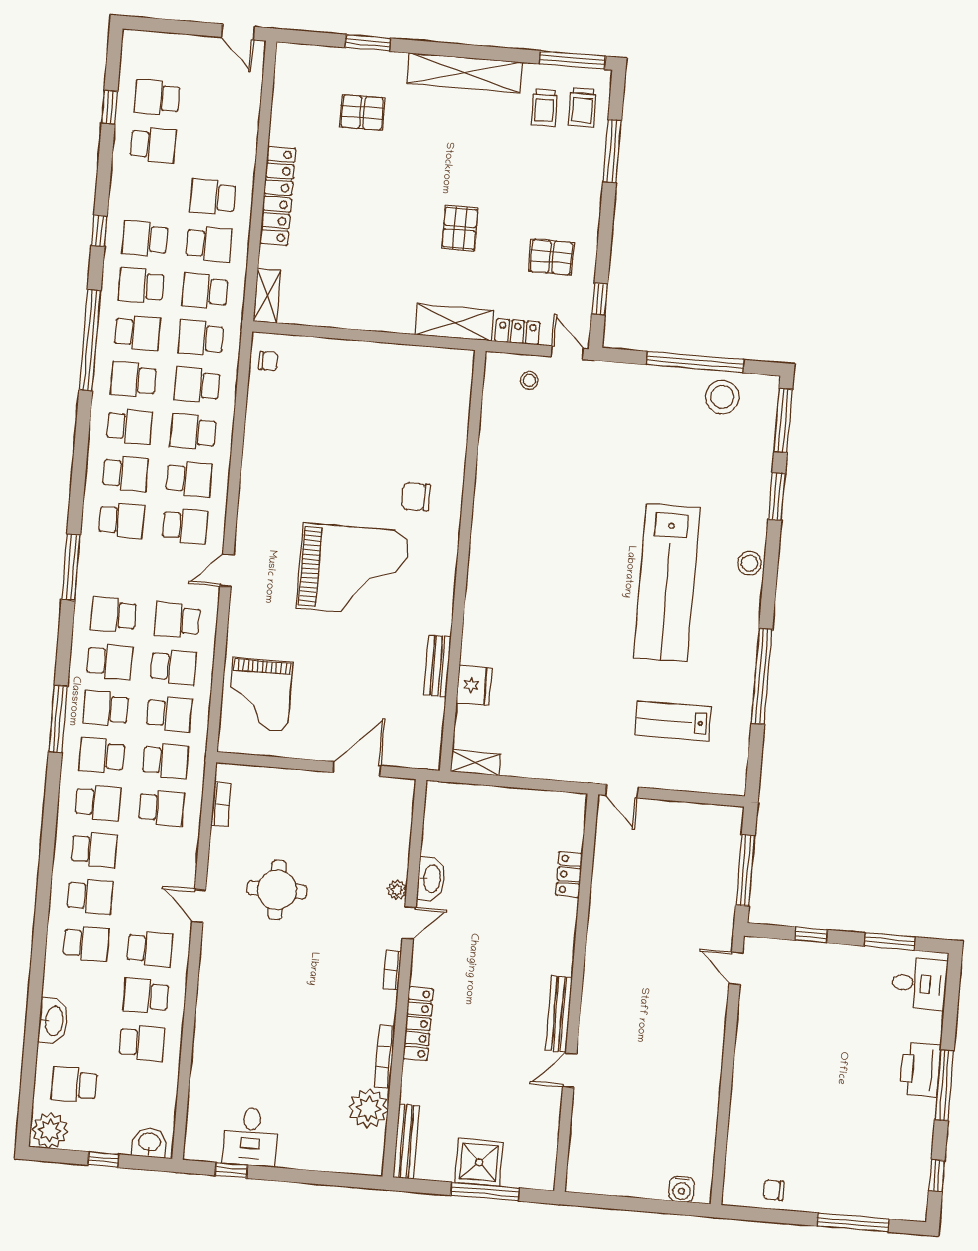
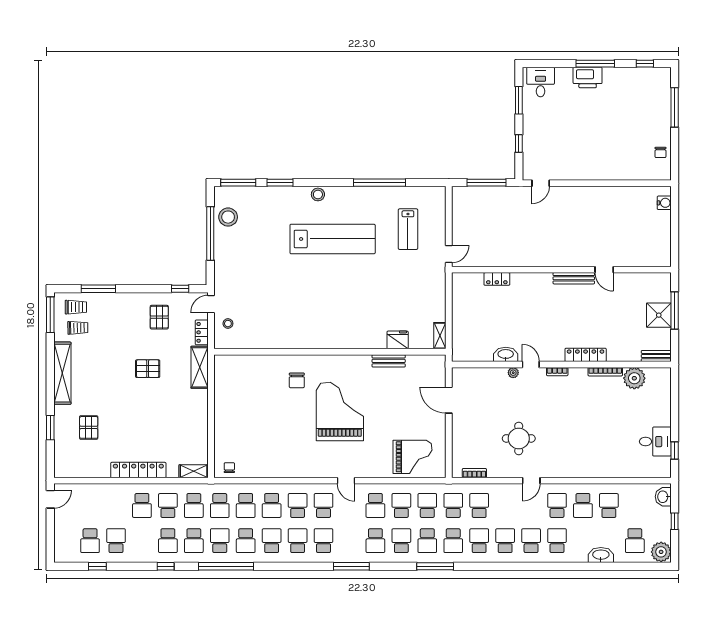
bench: (406, 1142) -> (656, 356), width x0.73

